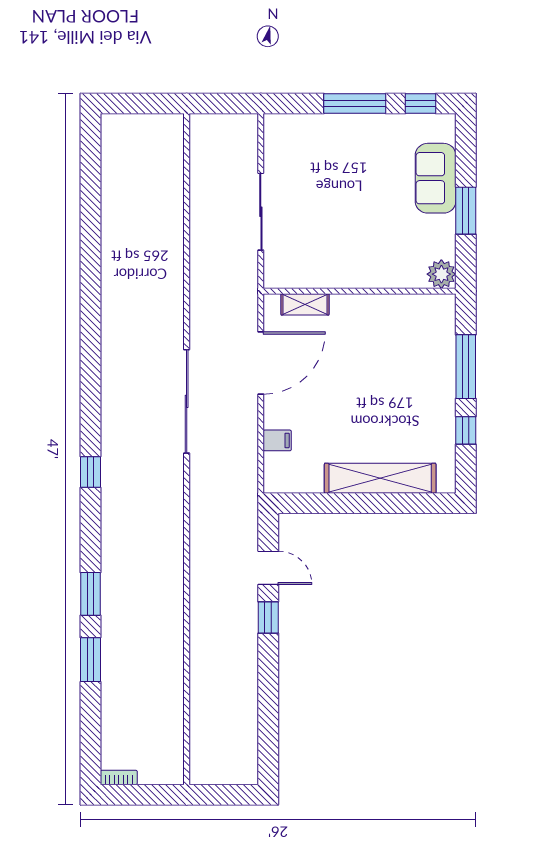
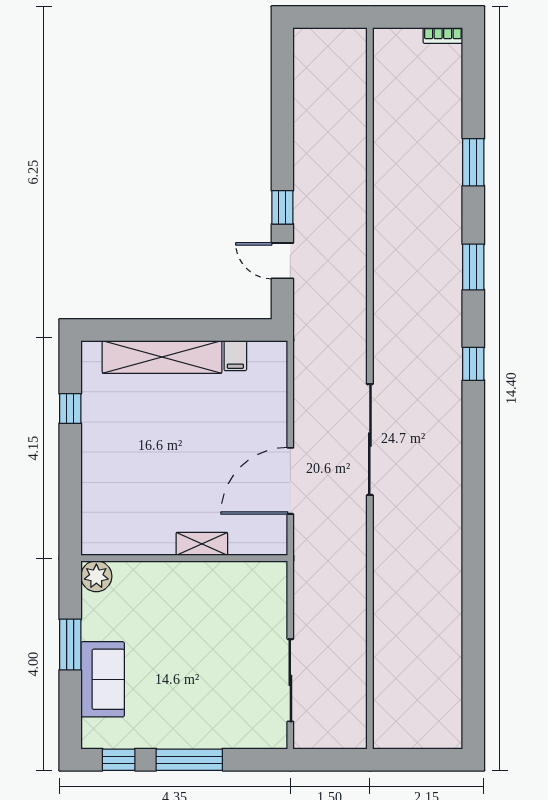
sliding door: (261, 212) -> (290, 680), moved
shelving: (305, 304) -> (202, 544), moved
window: (466, 367) -> (70, 477), removed
filing cabinet: (277, 440) -> (235, 356), moved, turned -90
window: (90, 594) -> (473, 267), moved

